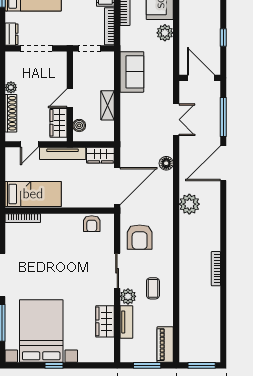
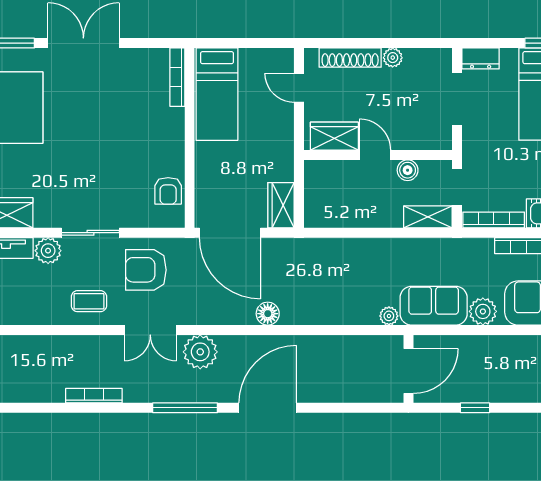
sofa: (132, 72) -> (434, 306), moved, turned 180
plant: (168, 90) -> (389, 316), added
shelving: (108, 105) -> (428, 217), moved
window: (223, 117) -> (185, 408), moved
double door: (176, 120) -> (150, 330), moved
boiler: (79, 125) -> (408, 170), moved
tv unit: (63, 153) -> (284, 143), removed
door: (223, 163) -> (268, 408), hinge flipped
armchair: (92, 224) -> (168, 191), turned -90
coffee table: (153, 288) -> (89, 301), moved

